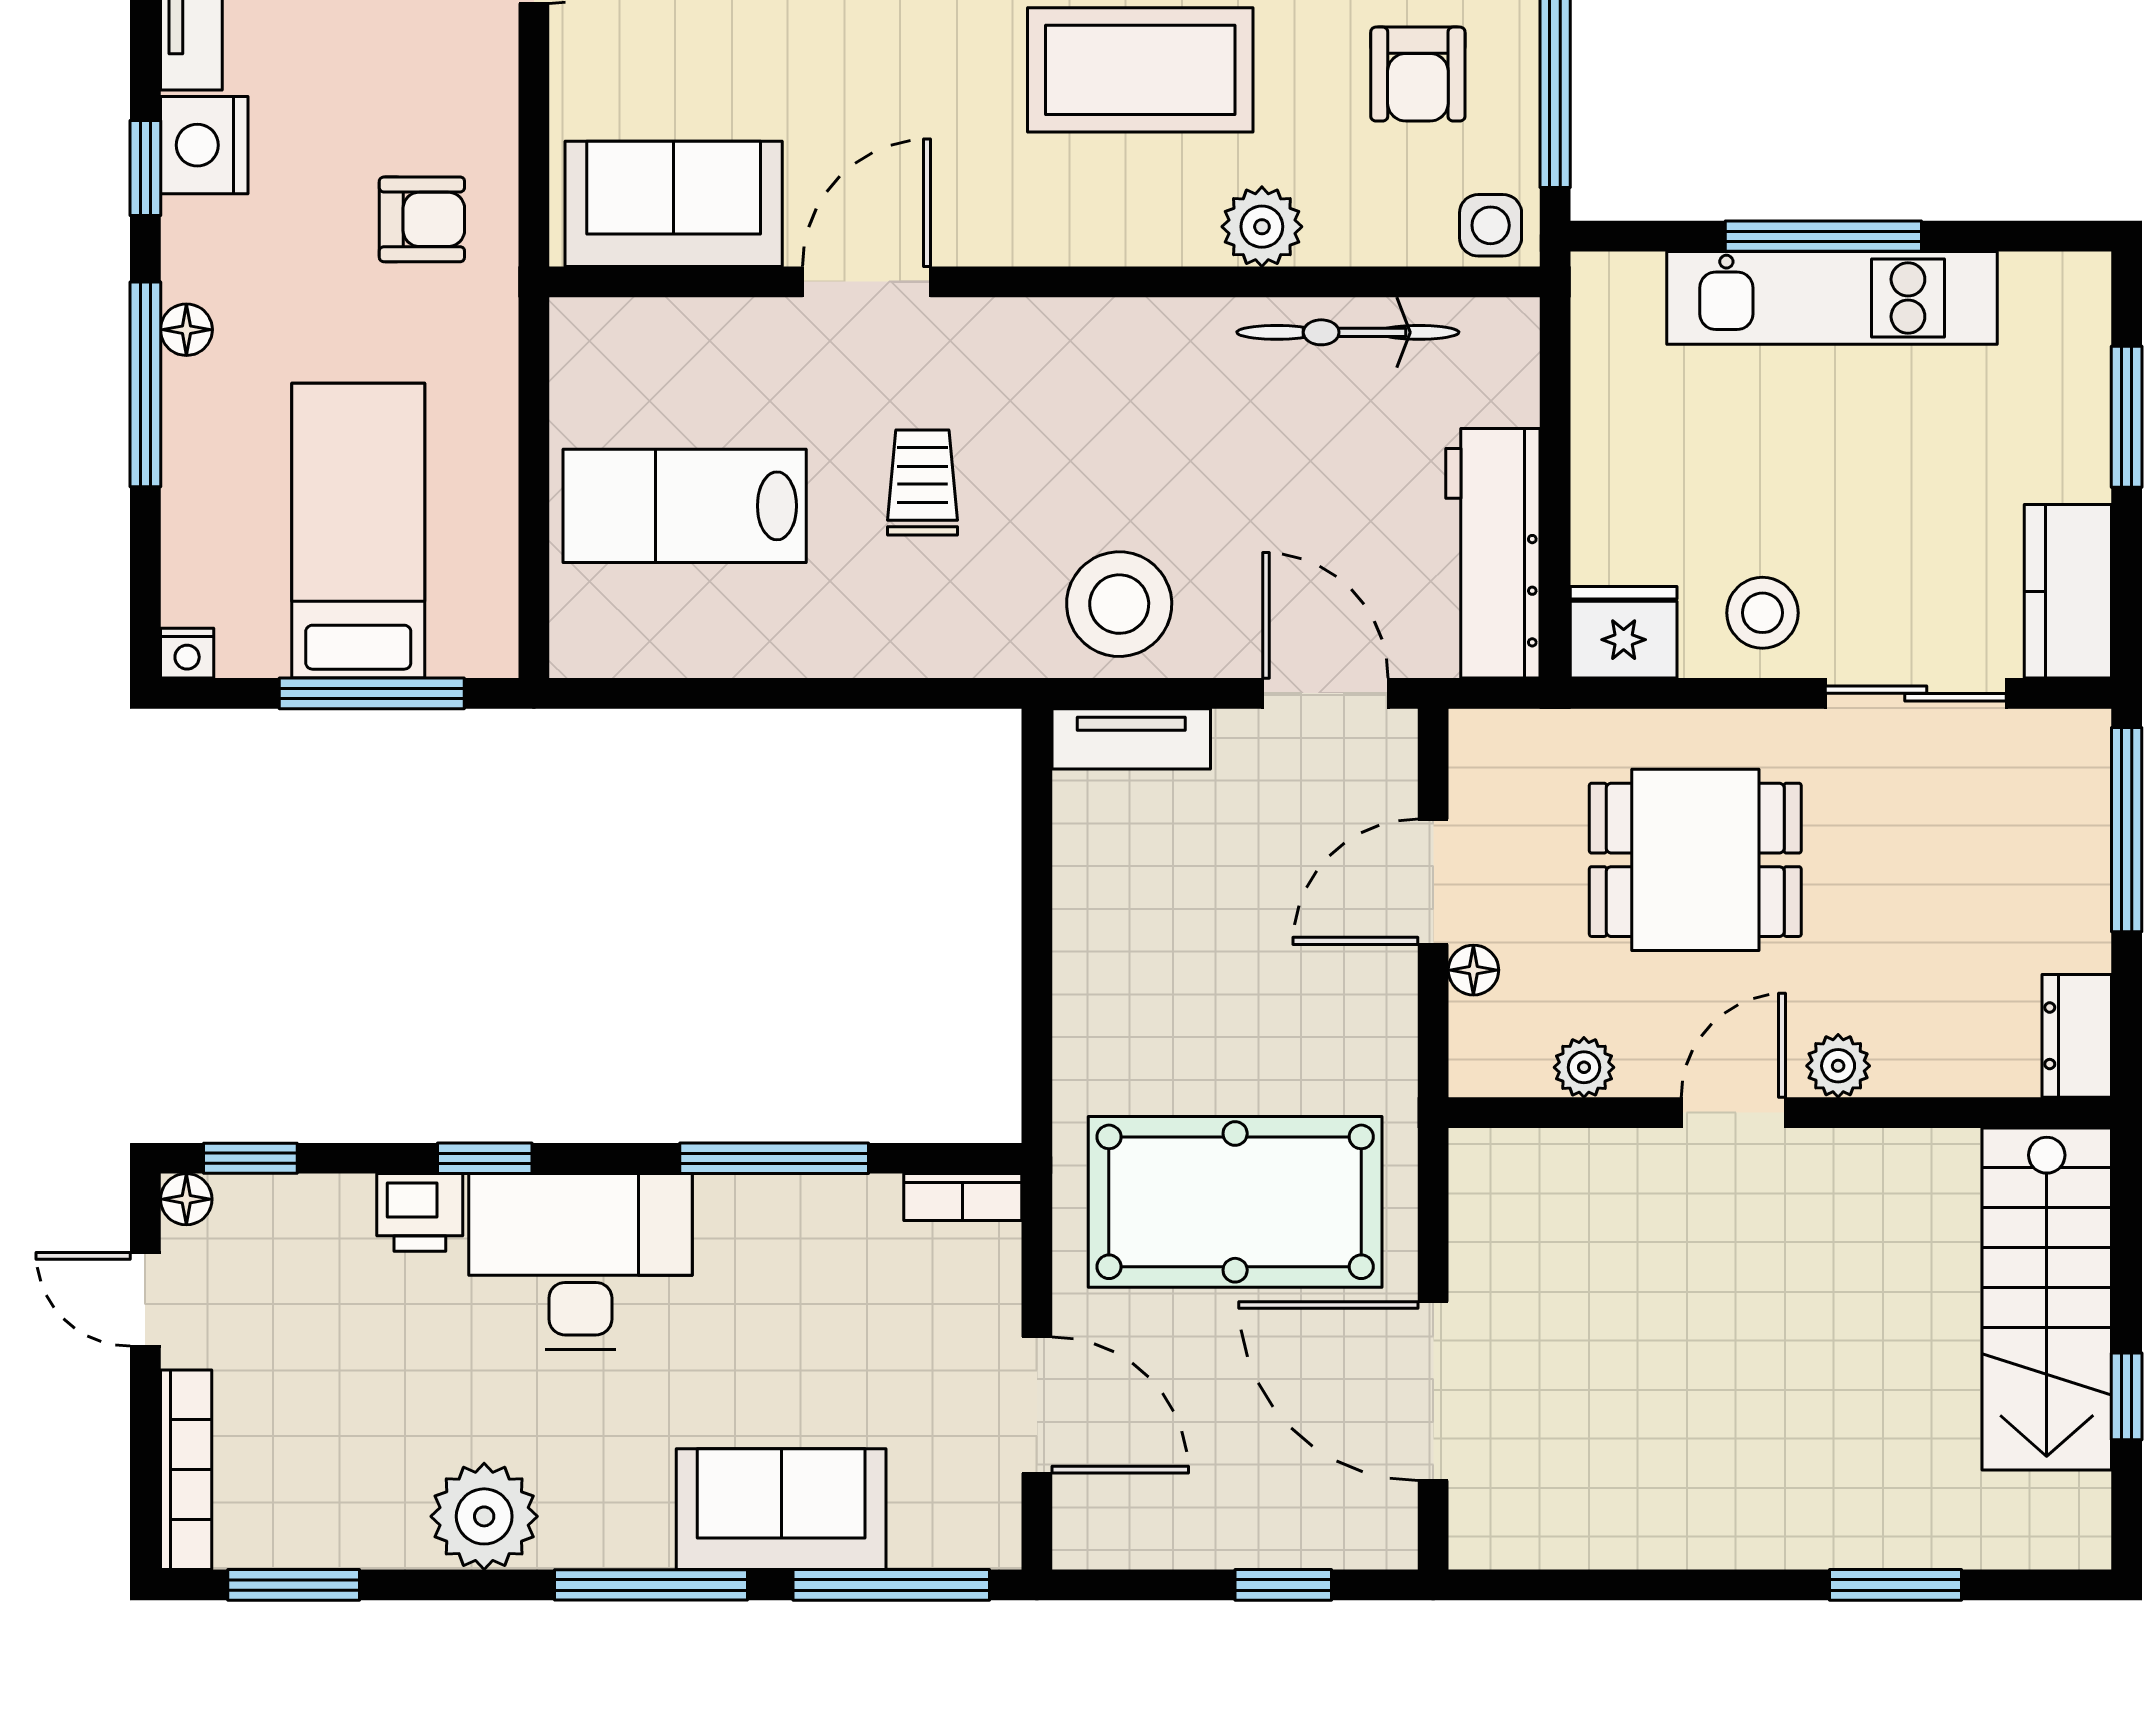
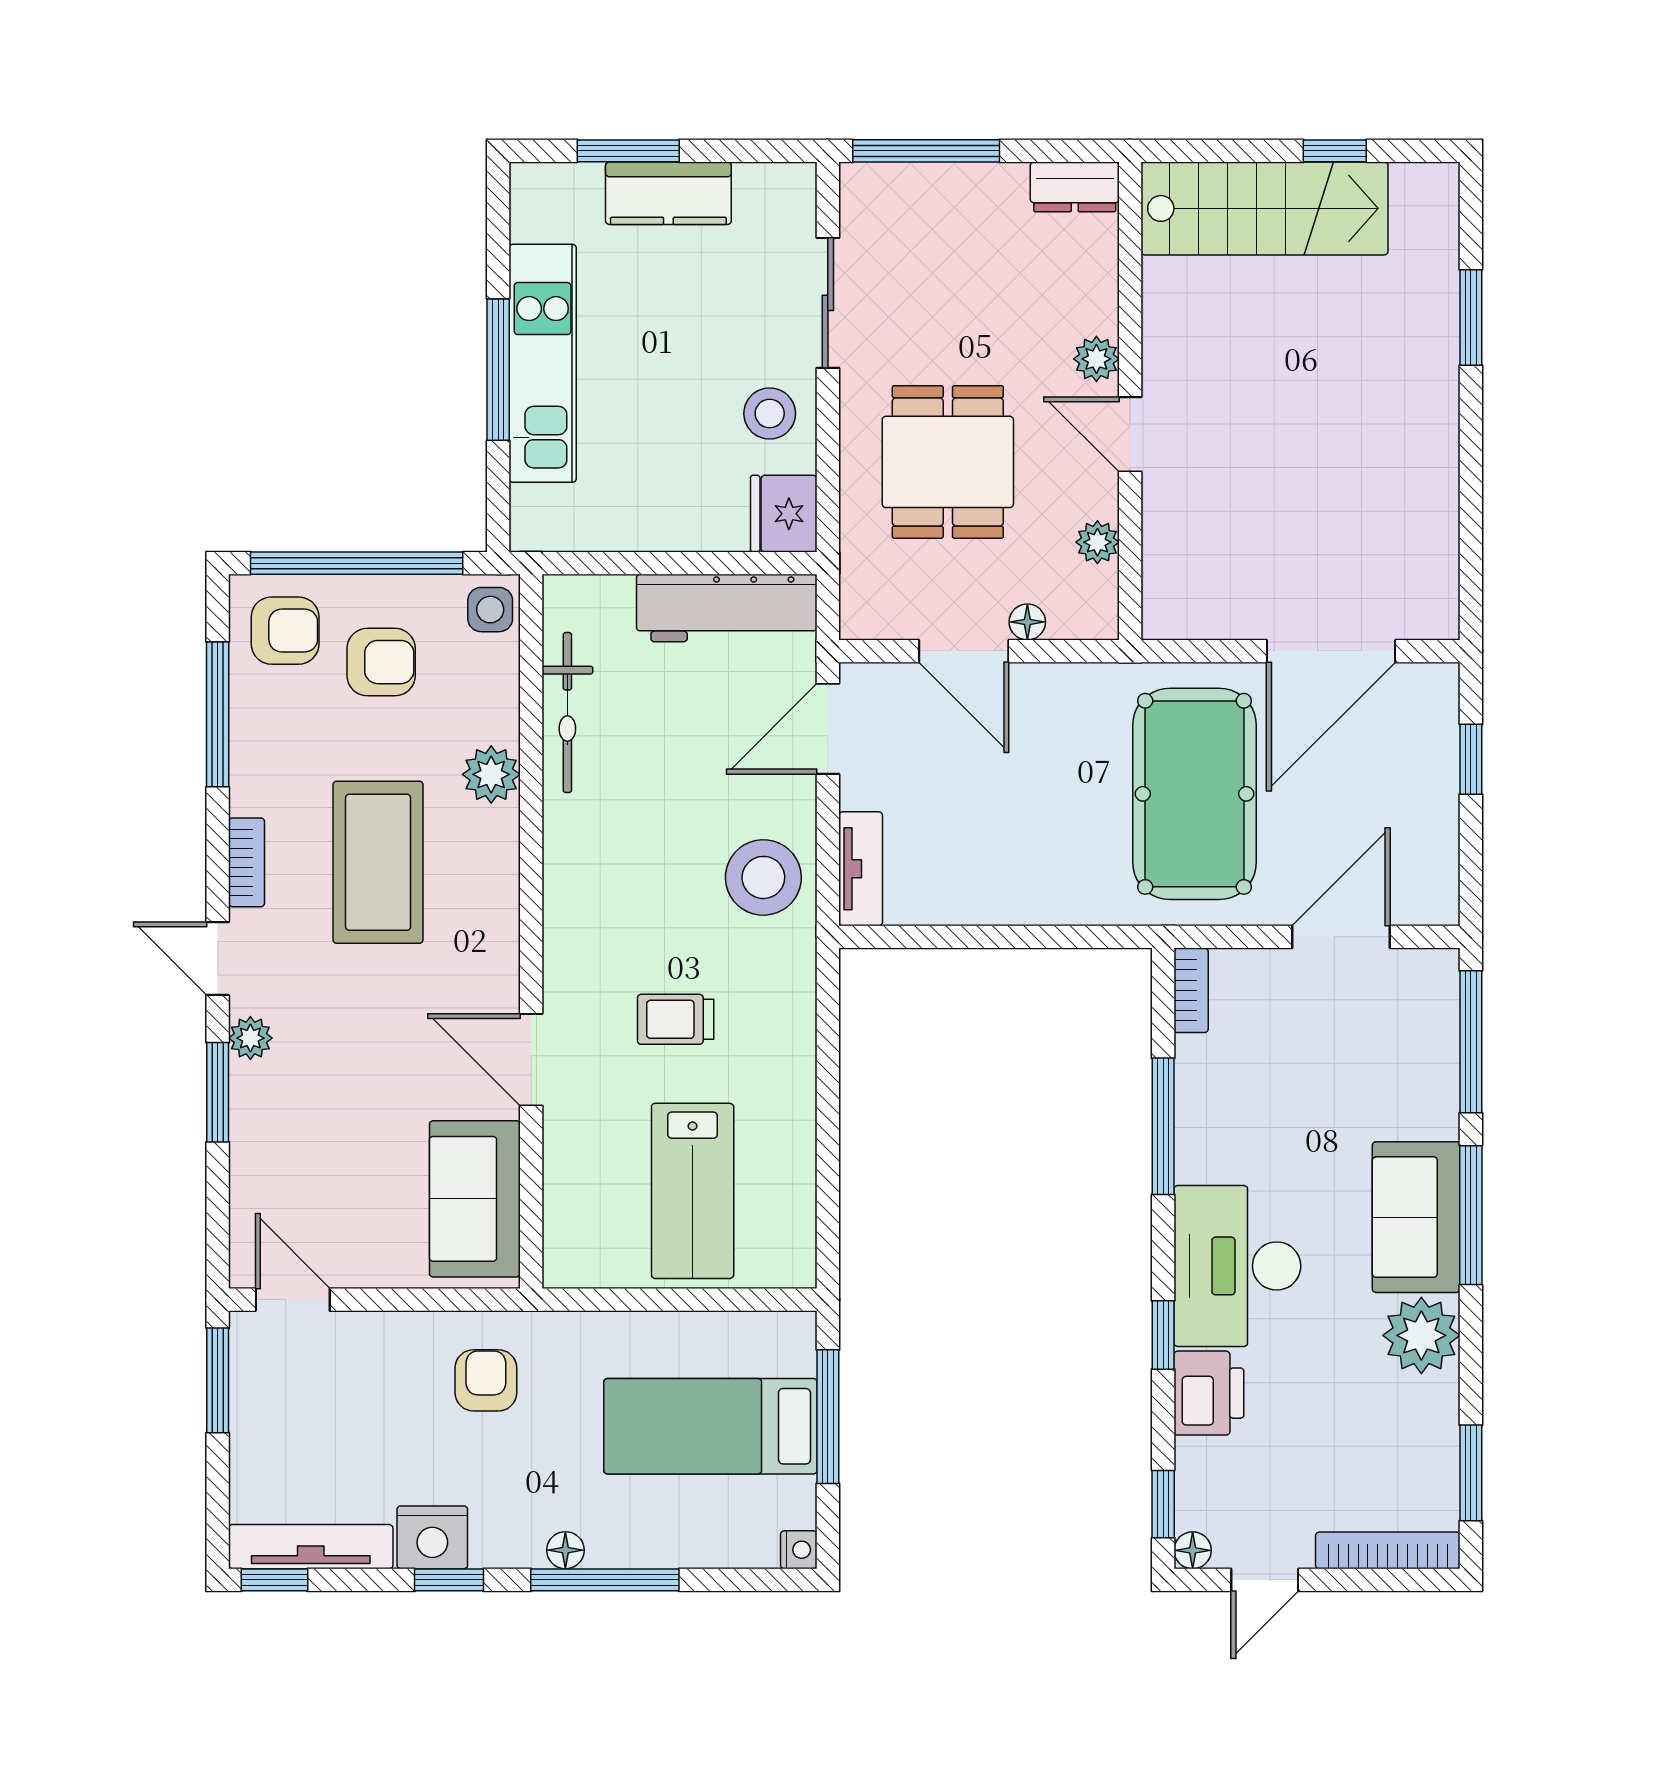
kitchen counter: (2068, 591) -> (668, 193), moved
printer: (420, 1212) -> (1209, 1393), width x1.36, depth x1.24
sofa: (781, 1509) -> (1416, 1217), moved

